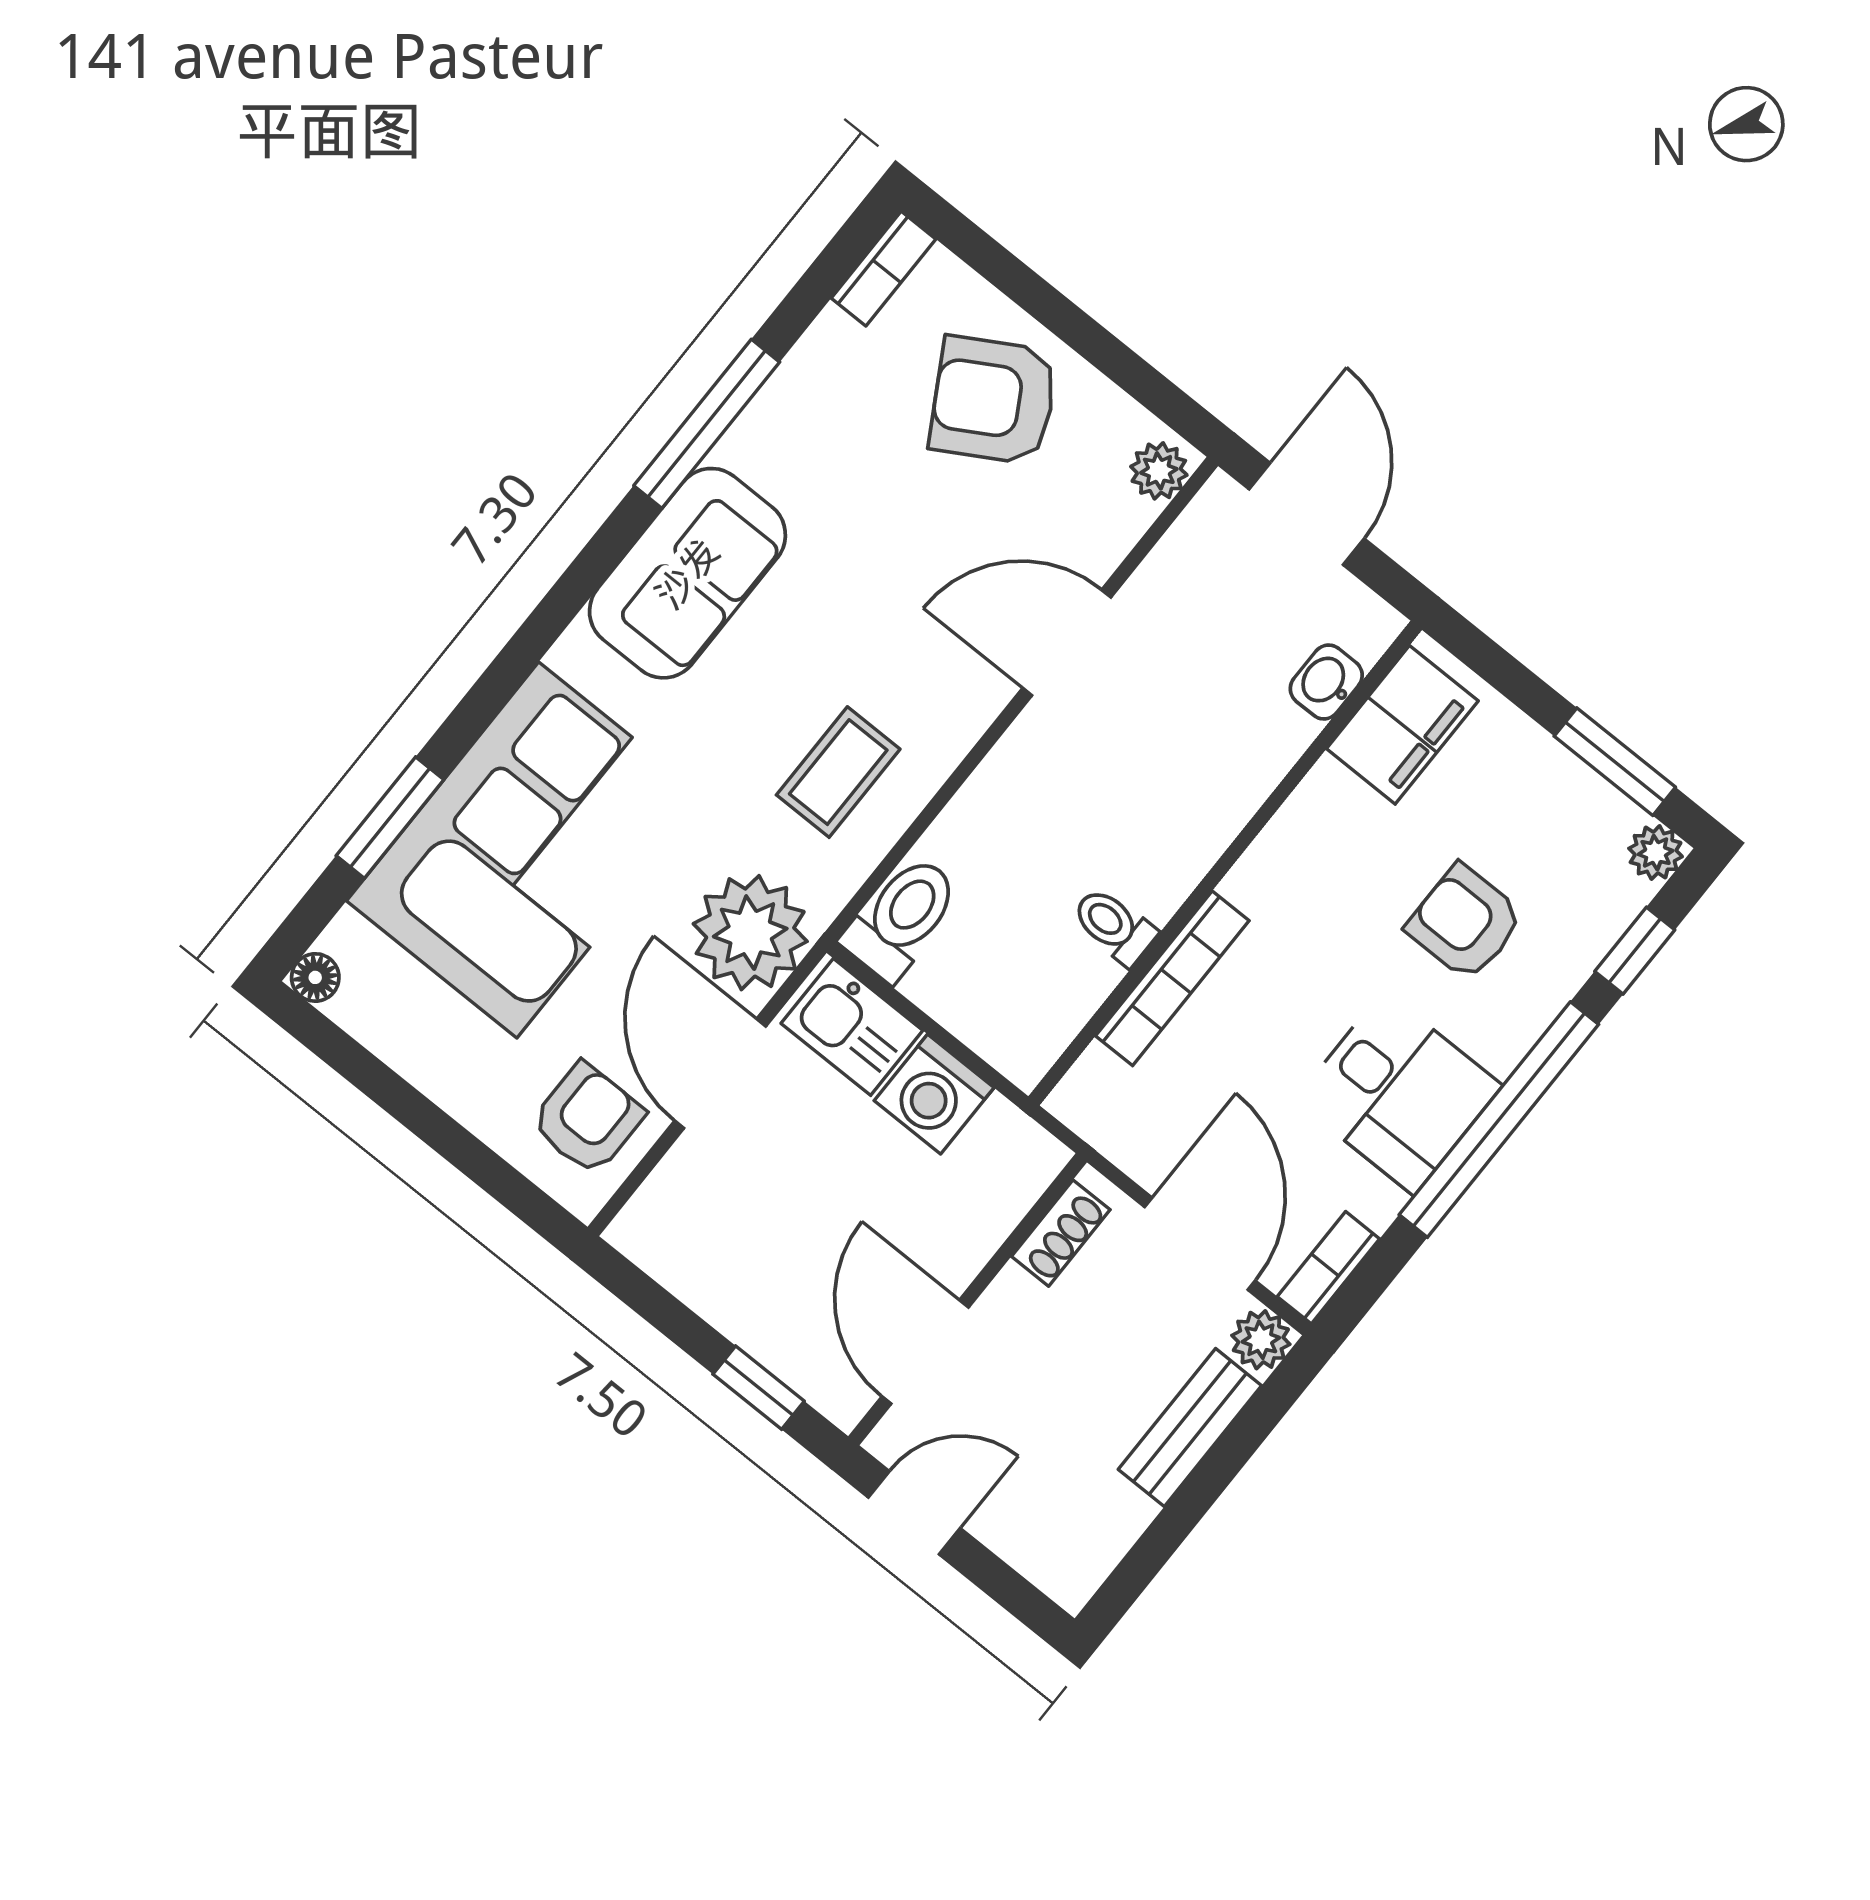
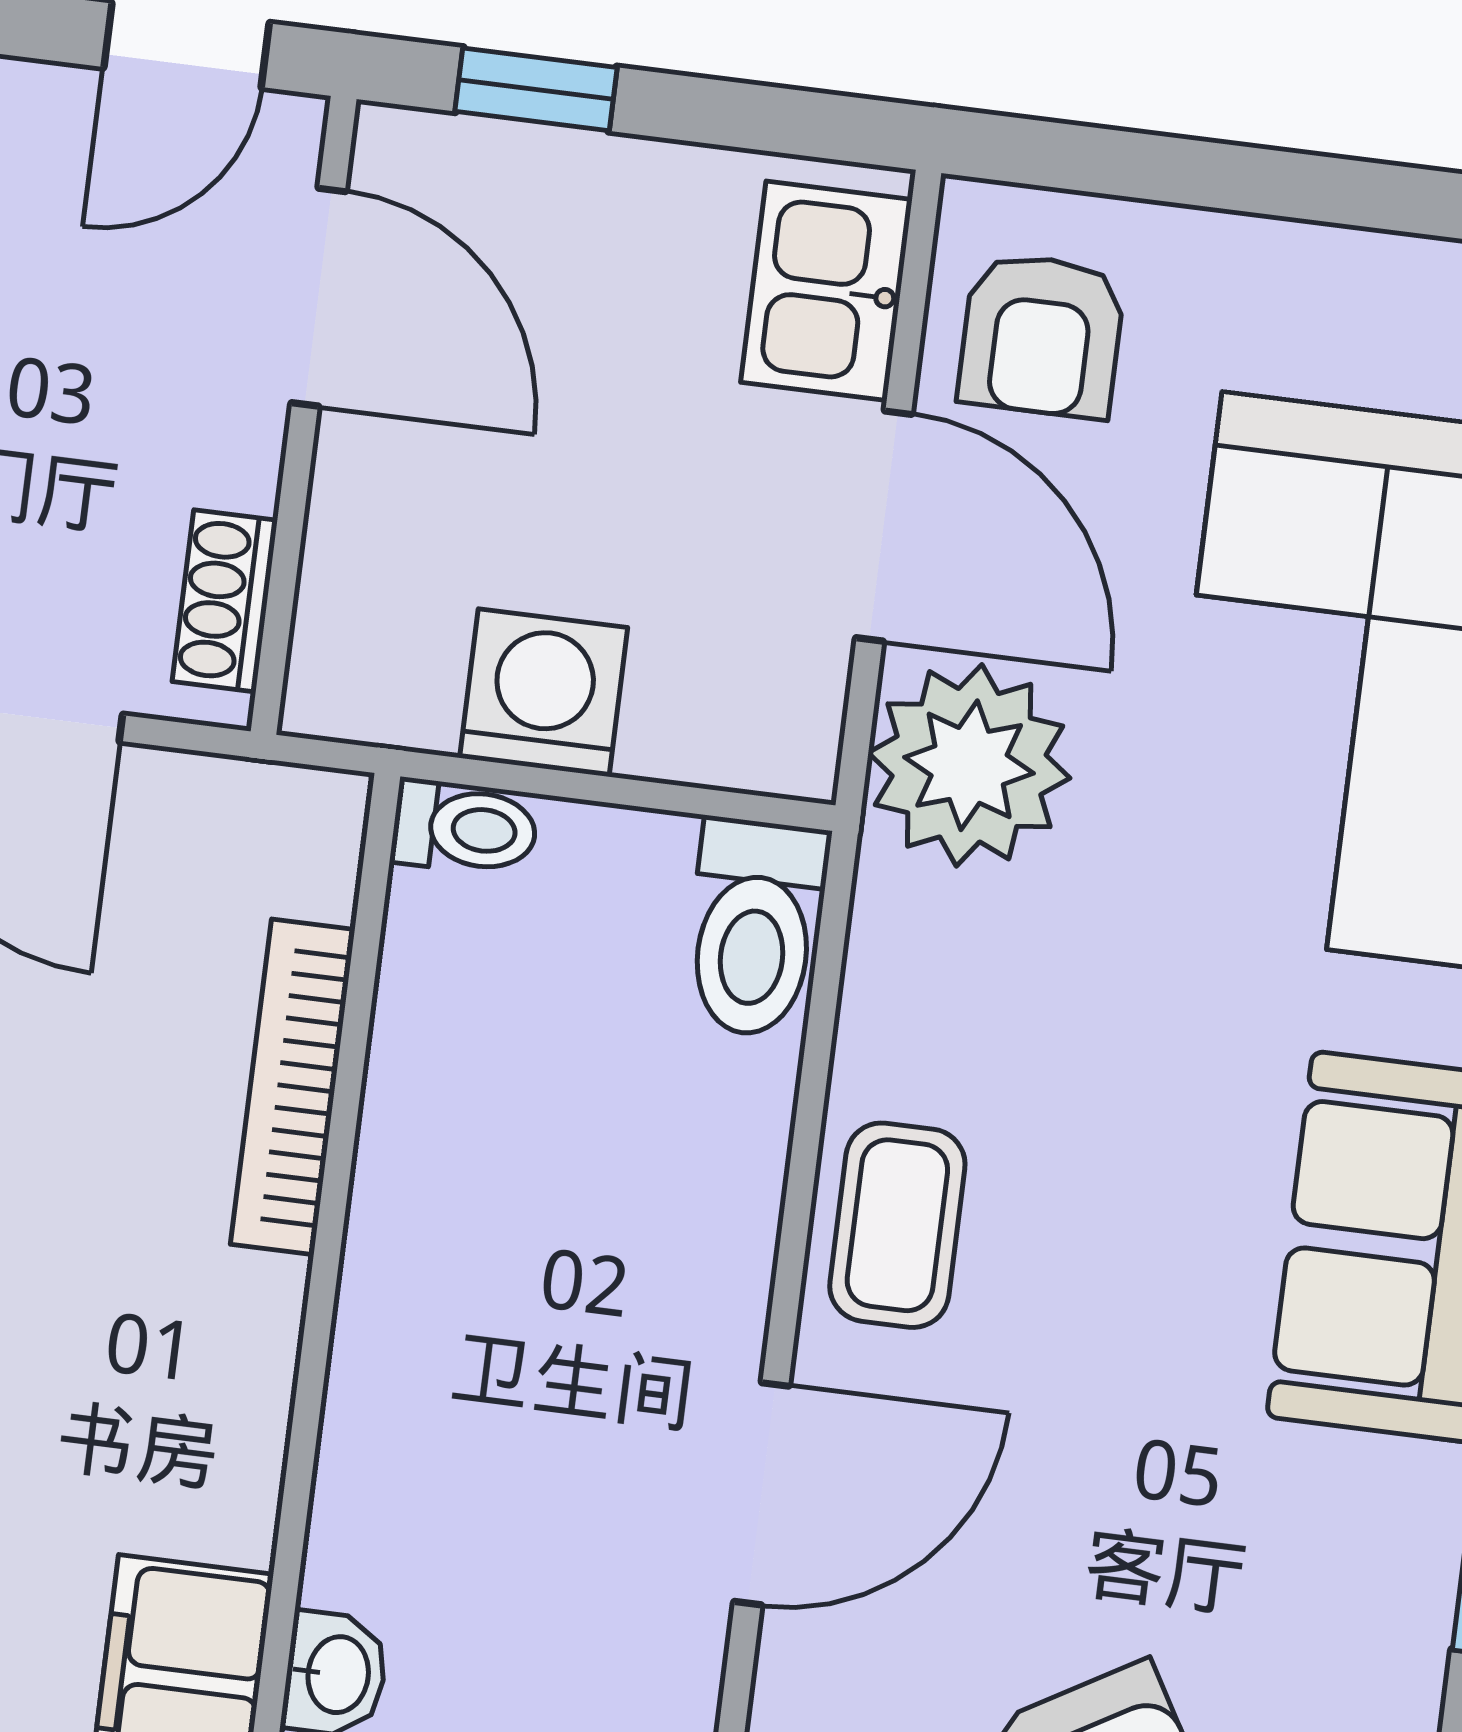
coffee table: (838, 772) -> (897, 1225), moved
toilet: (1114, 926) -> (465, 828), moved
kitchen sink: (852, 1027) -> (826, 291), moved, turned -90

